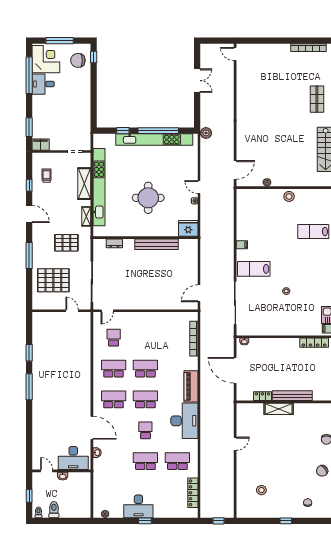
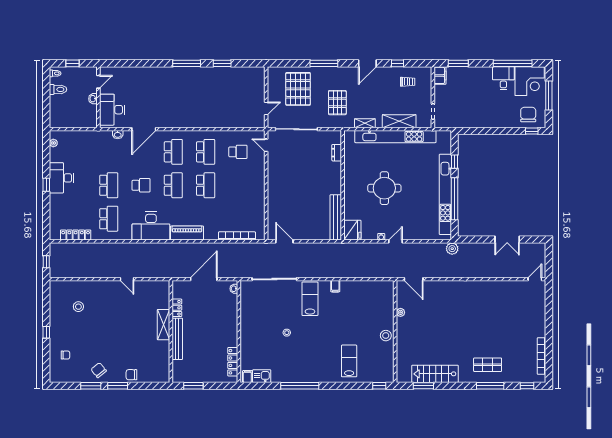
bench: (156, 244) -> (336, 217), moved

